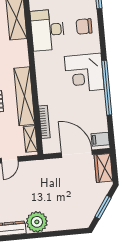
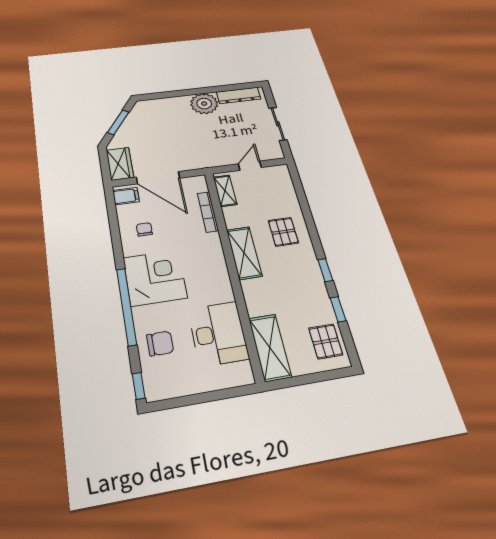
window: (107, 88) -> (126, 306), moved
shelving: (24, 96) -> (244, 253), width x0.68
chair: (89, 111) -> (144, 229), added

